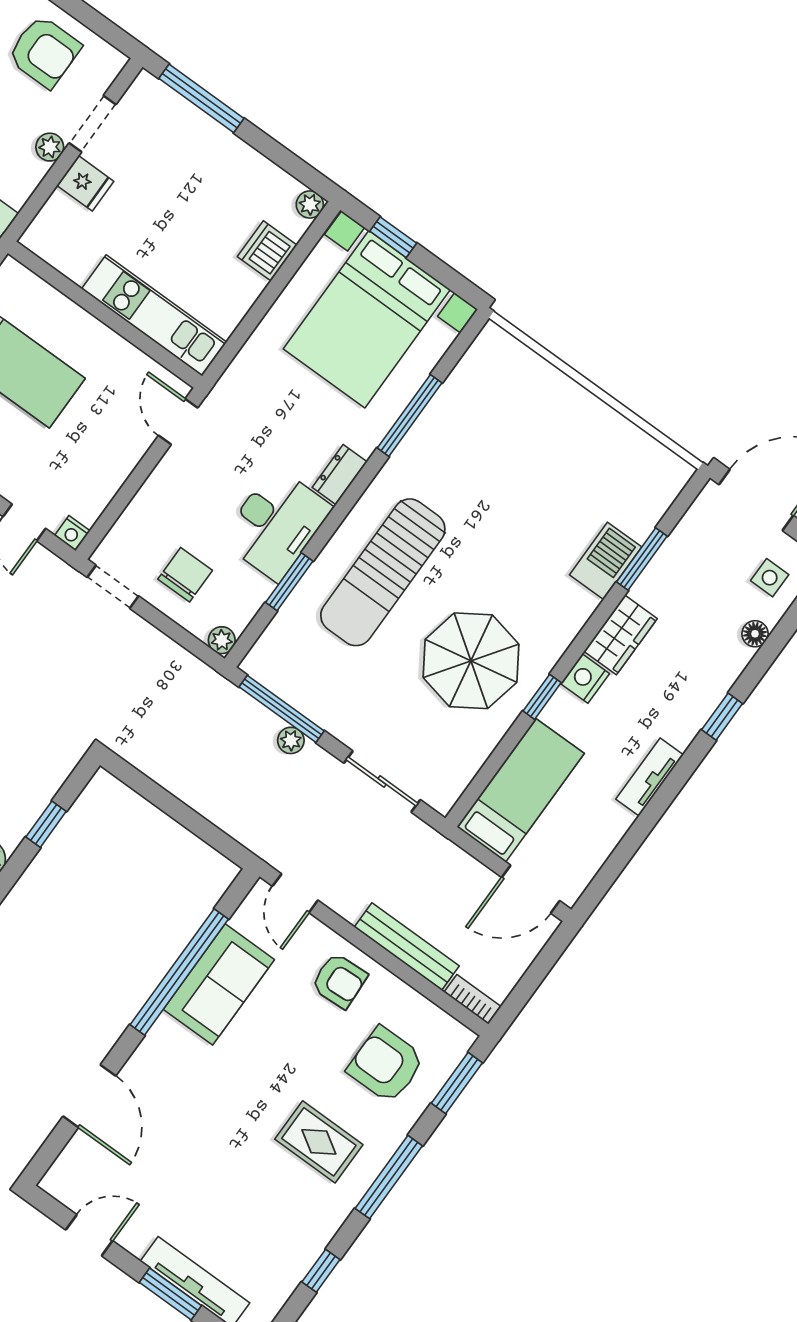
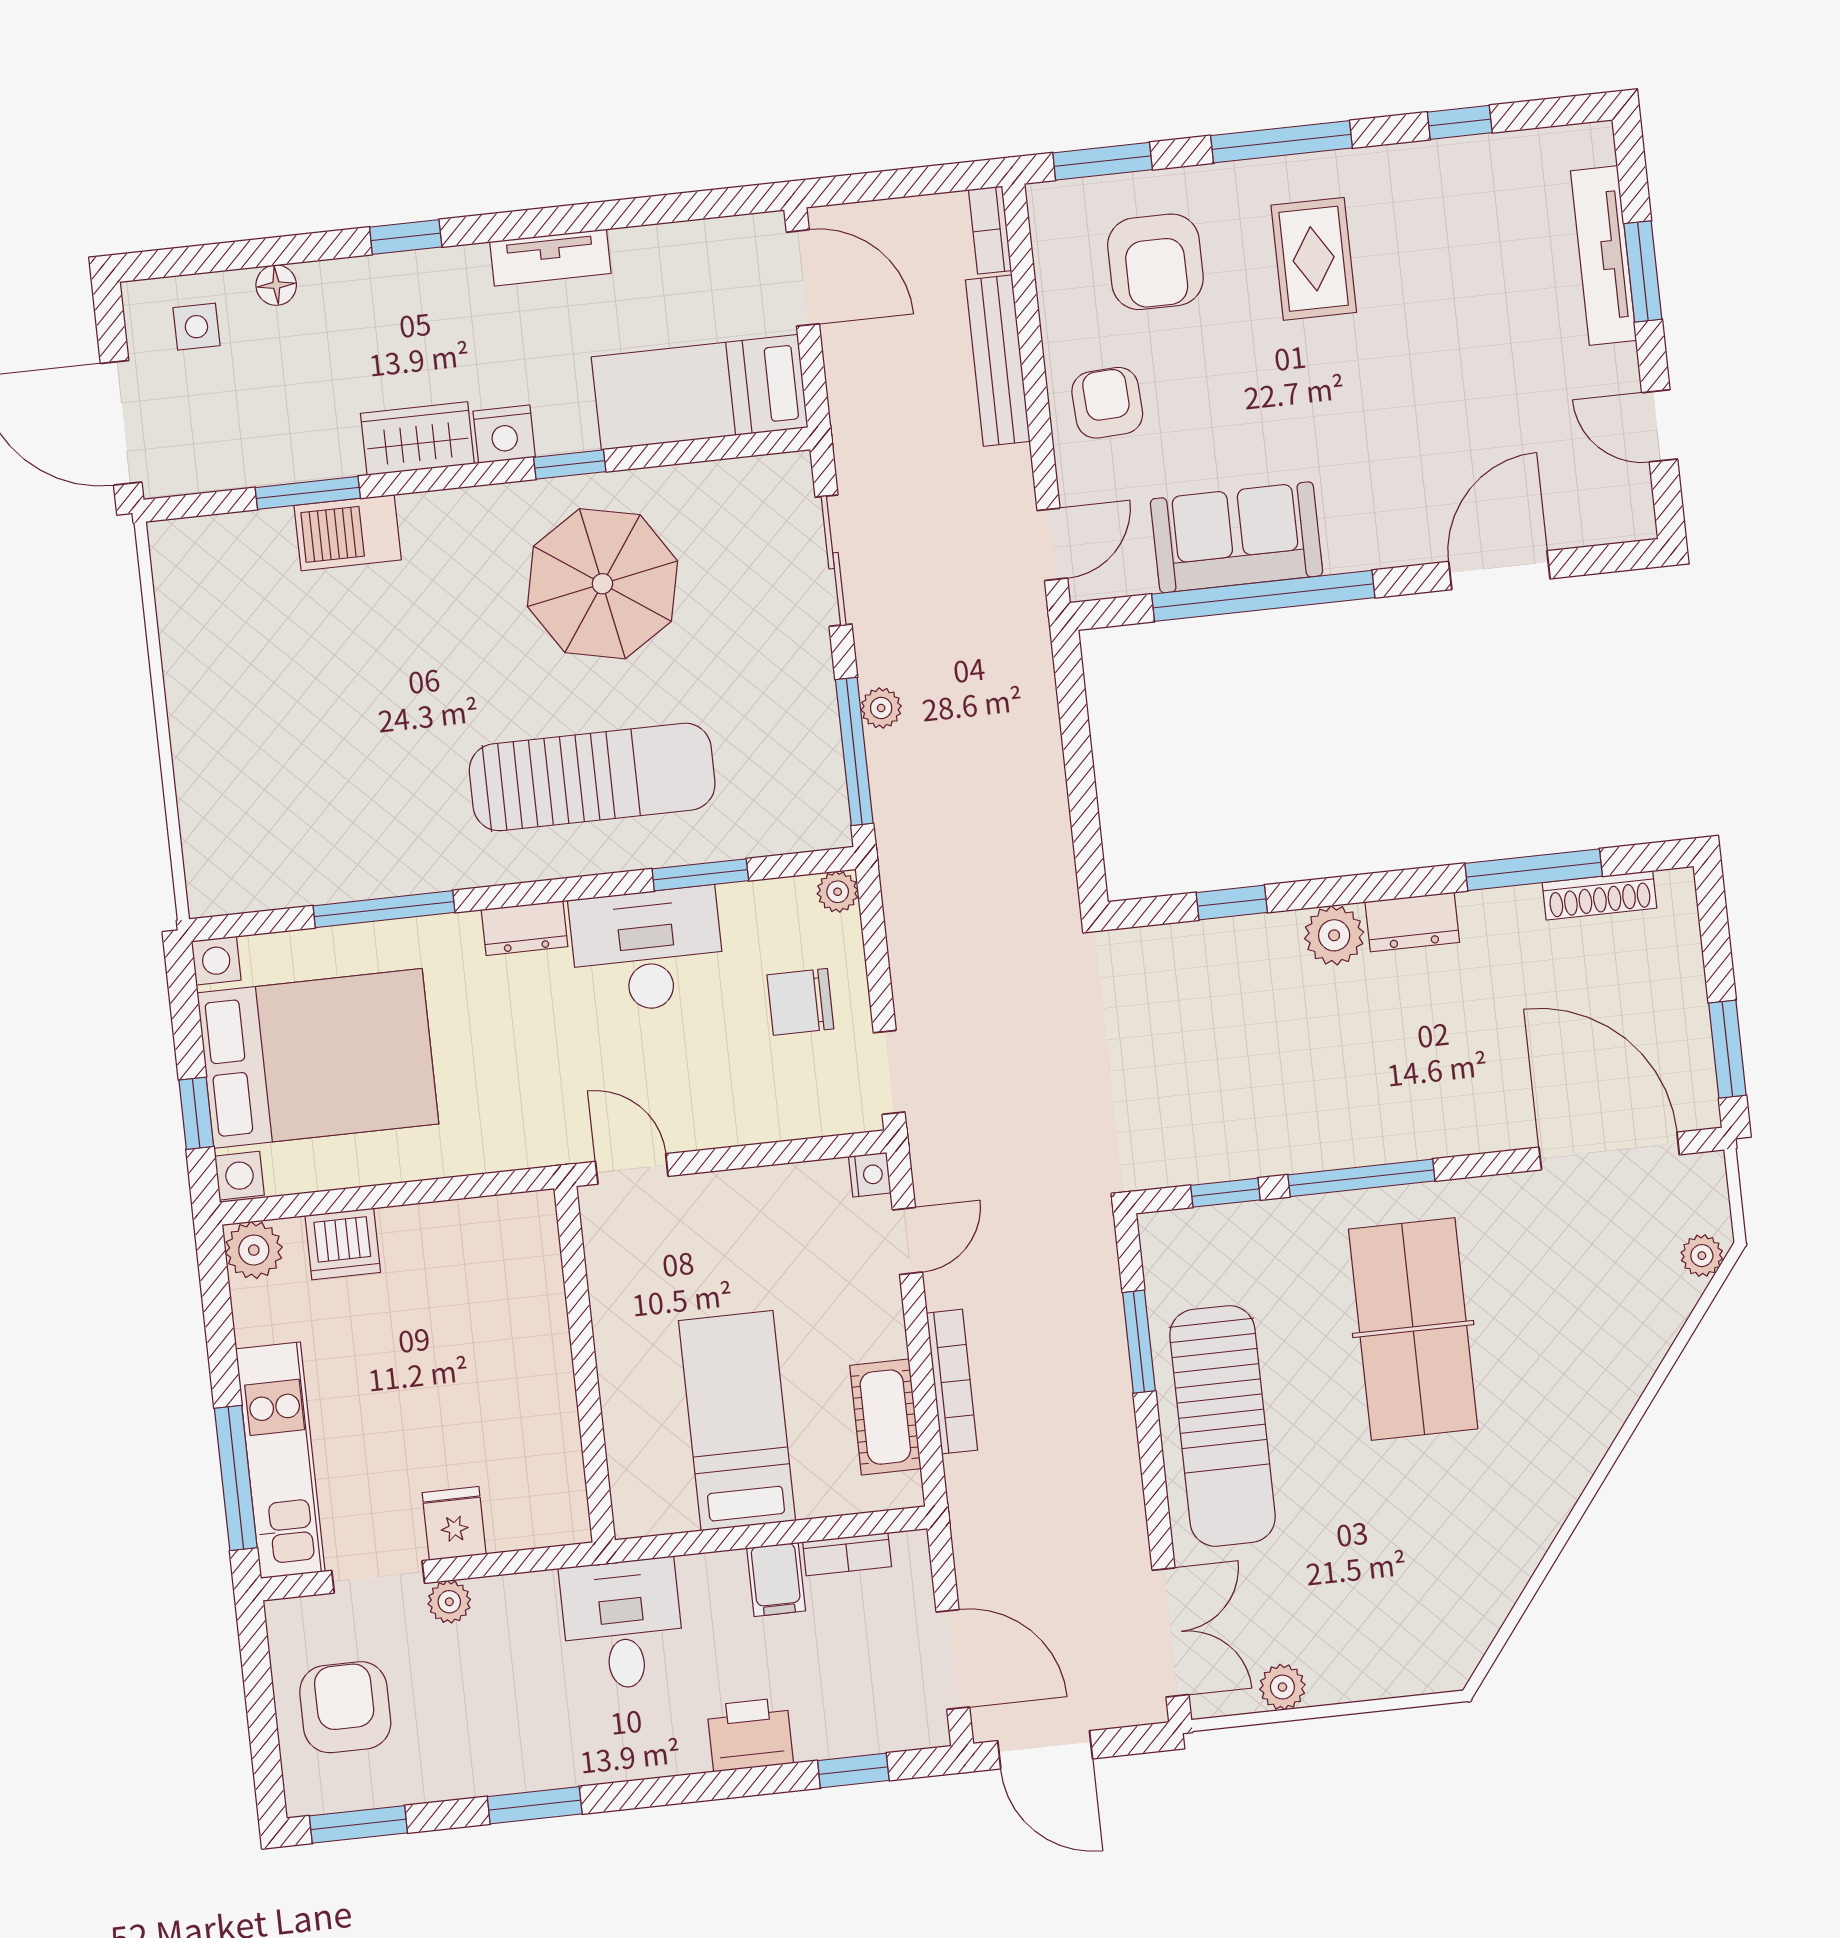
plant: (310, 205) -> (254, 1250), width x1.38, depth x1.38
kitchen unit: (154, 315) -> (280, 1460), moved, turned 180
door: (178, 422) -> (632, 1169), swing flipped

